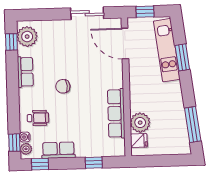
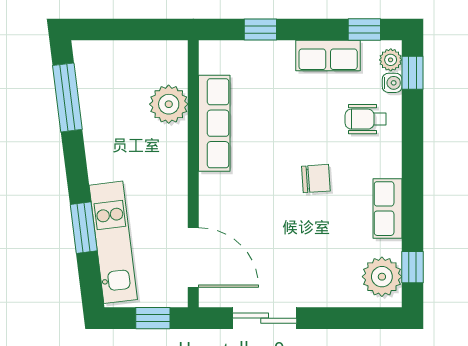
fridge: (139, 141) -> (172, 70), removed

